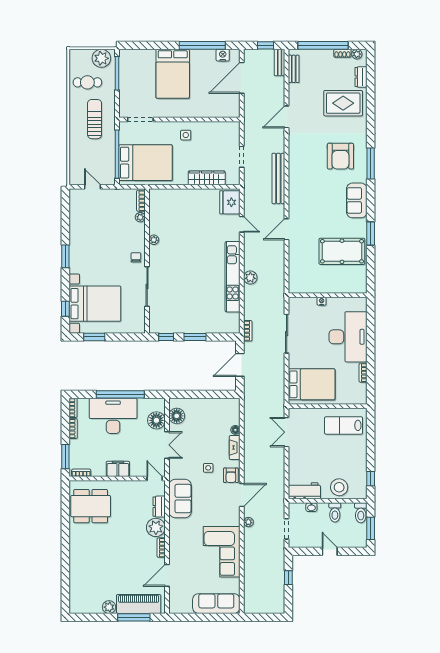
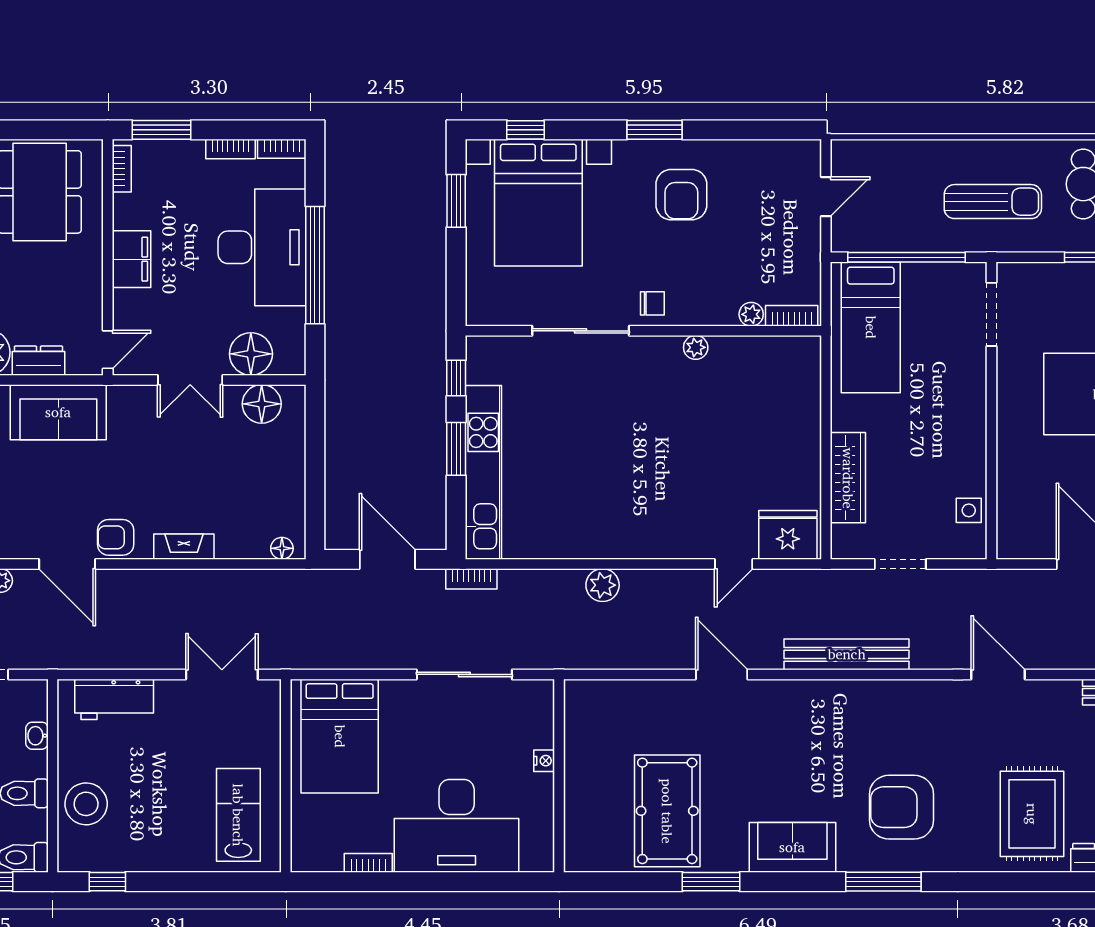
side table: (186, 135) -> (969, 510), moved
bed: (146, 163) -> (871, 327), width x0.67
armchair: (92, 246) -> (681, 195), added
kitchen unit: (233, 277) -> (483, 472), moved, turned 90
floor lamp: (235, 430) -> (282, 548), moved
side table: (208, 468) -> (134, 481), removed
workbench: (304, 491) -> (114, 699), moved, turned 90

